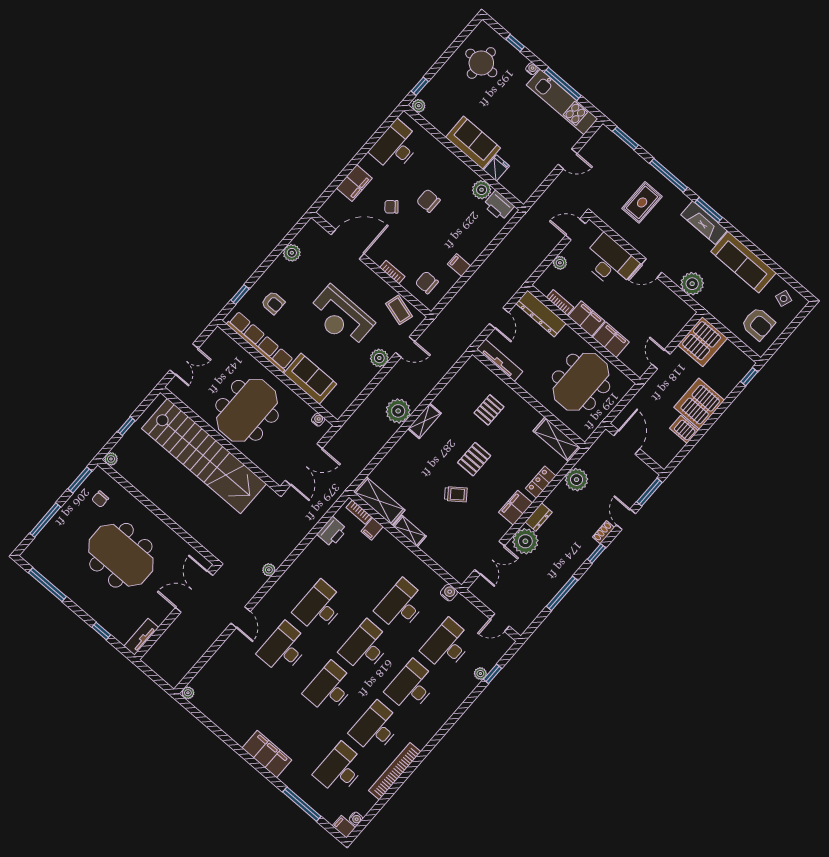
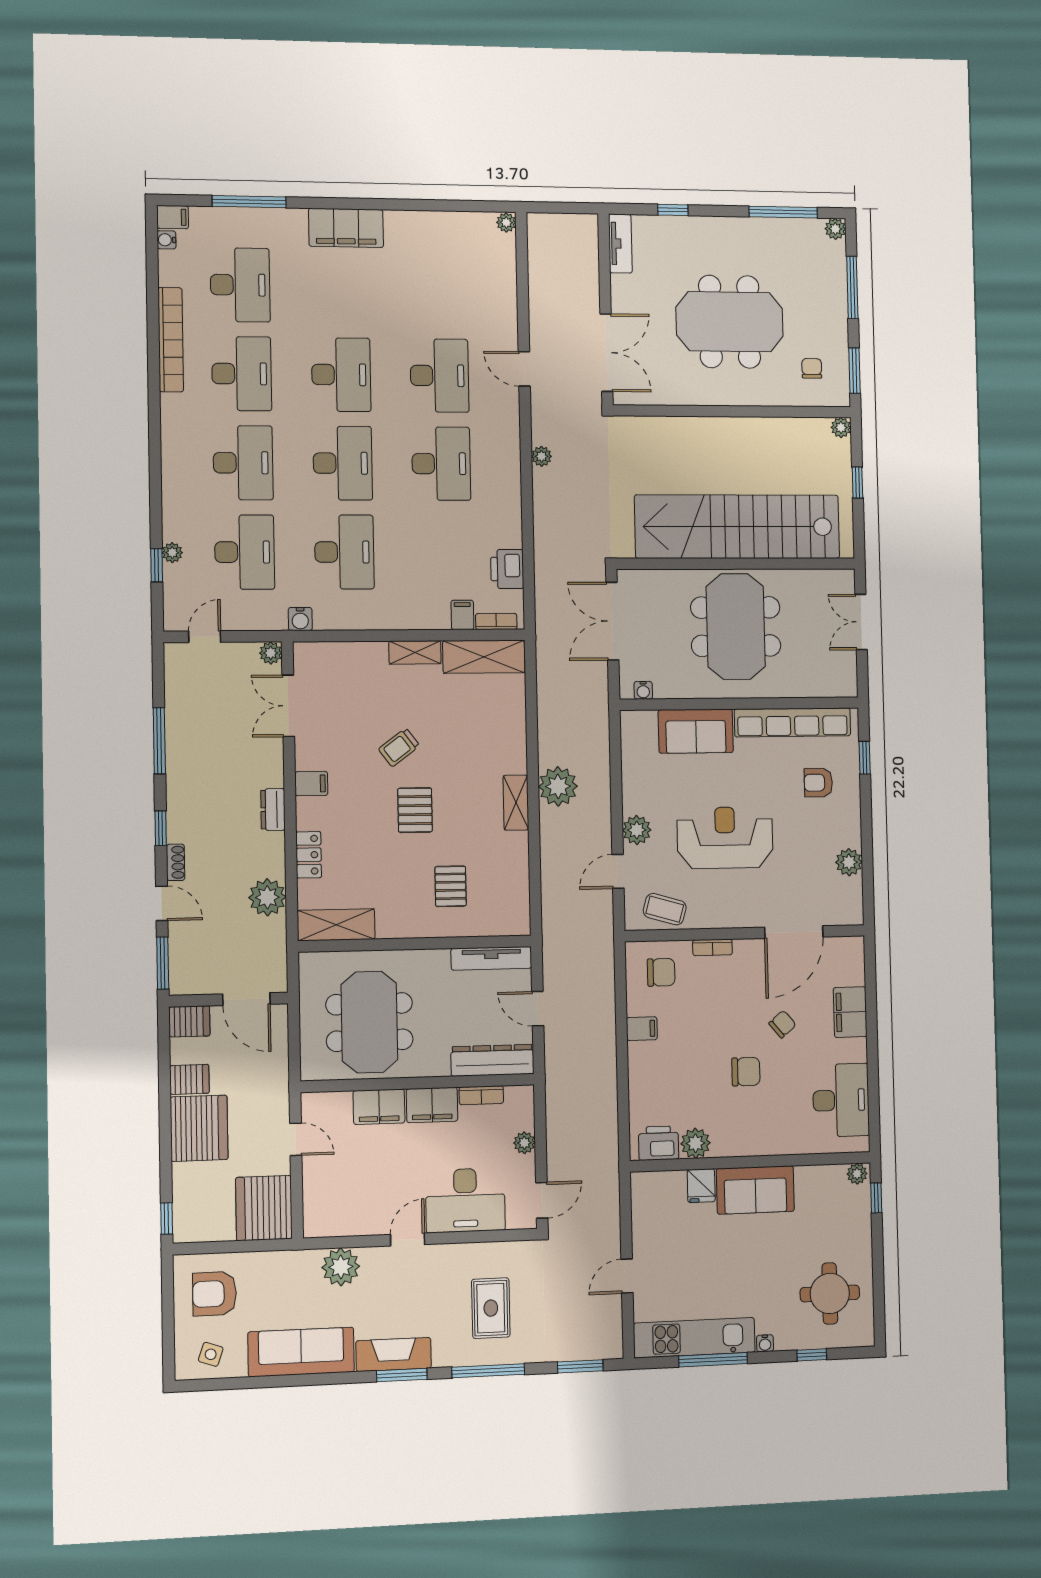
server rack: (661, 455) -> (189, 1021), added
filing cabinet: (516, 508) -> (311, 784), width x0.50
plant: (525, 541) -> (271, 653), moved, width x0.53, depth x0.53
plant: (29, 555) -> (835, 229), added

